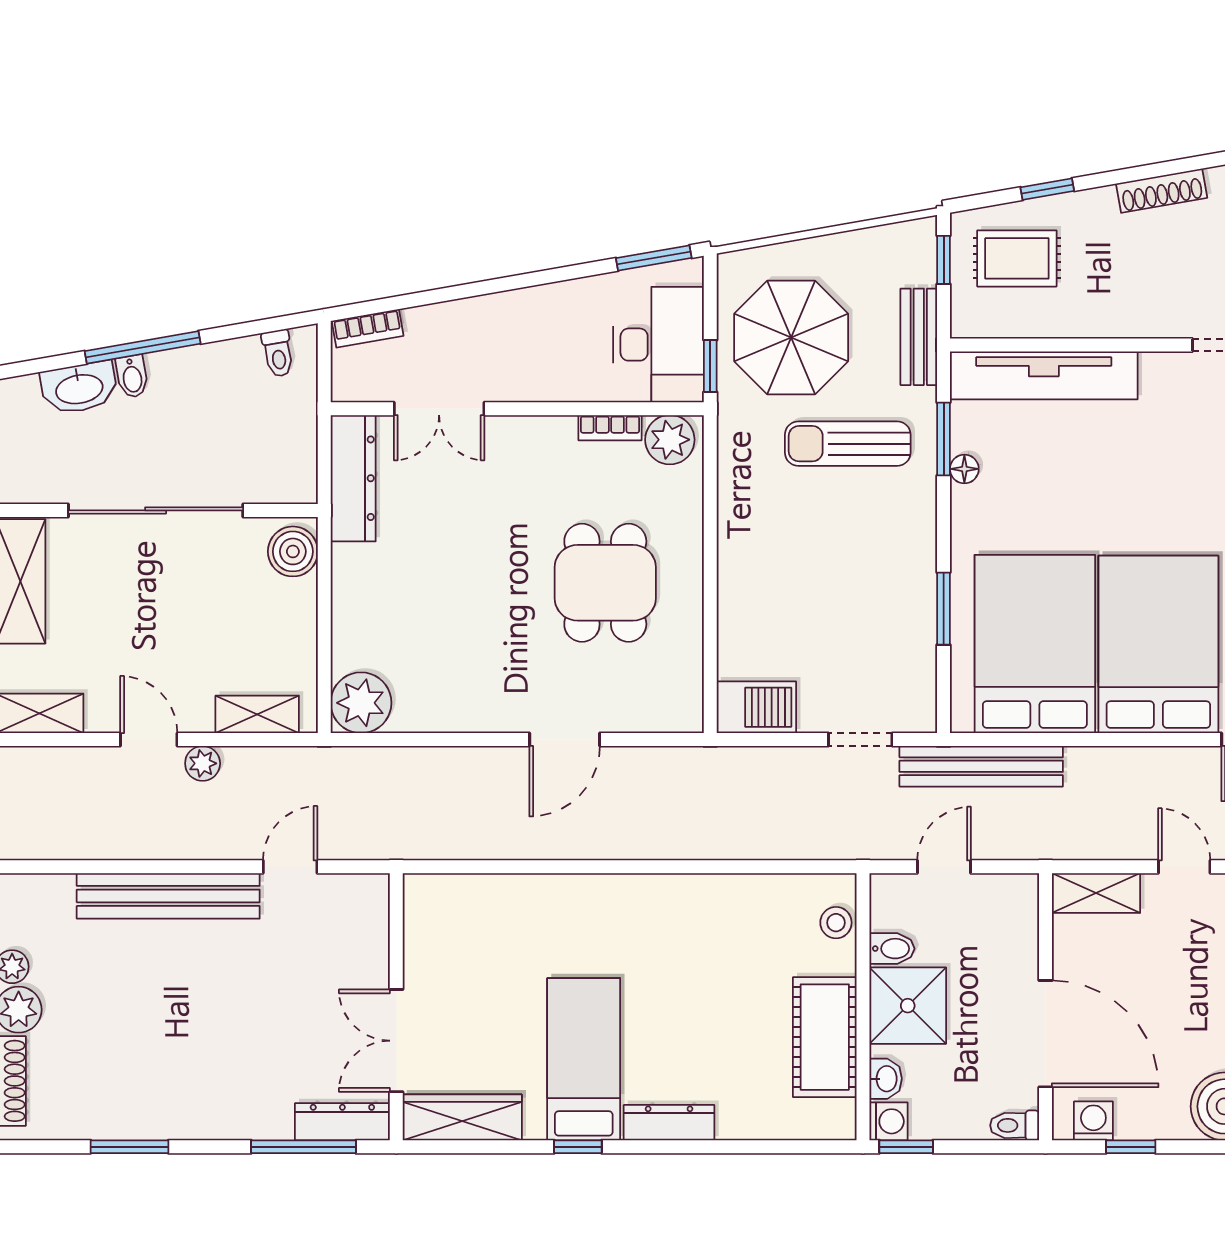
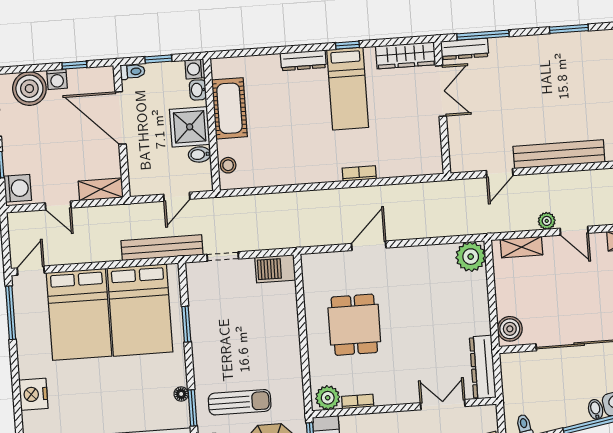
bookcase: (573, 887) -> (359, 173), added
washing machine: (1093, 1121) -> (57, 79), moved
window: (906, 1147) -> (158, 59), moved

